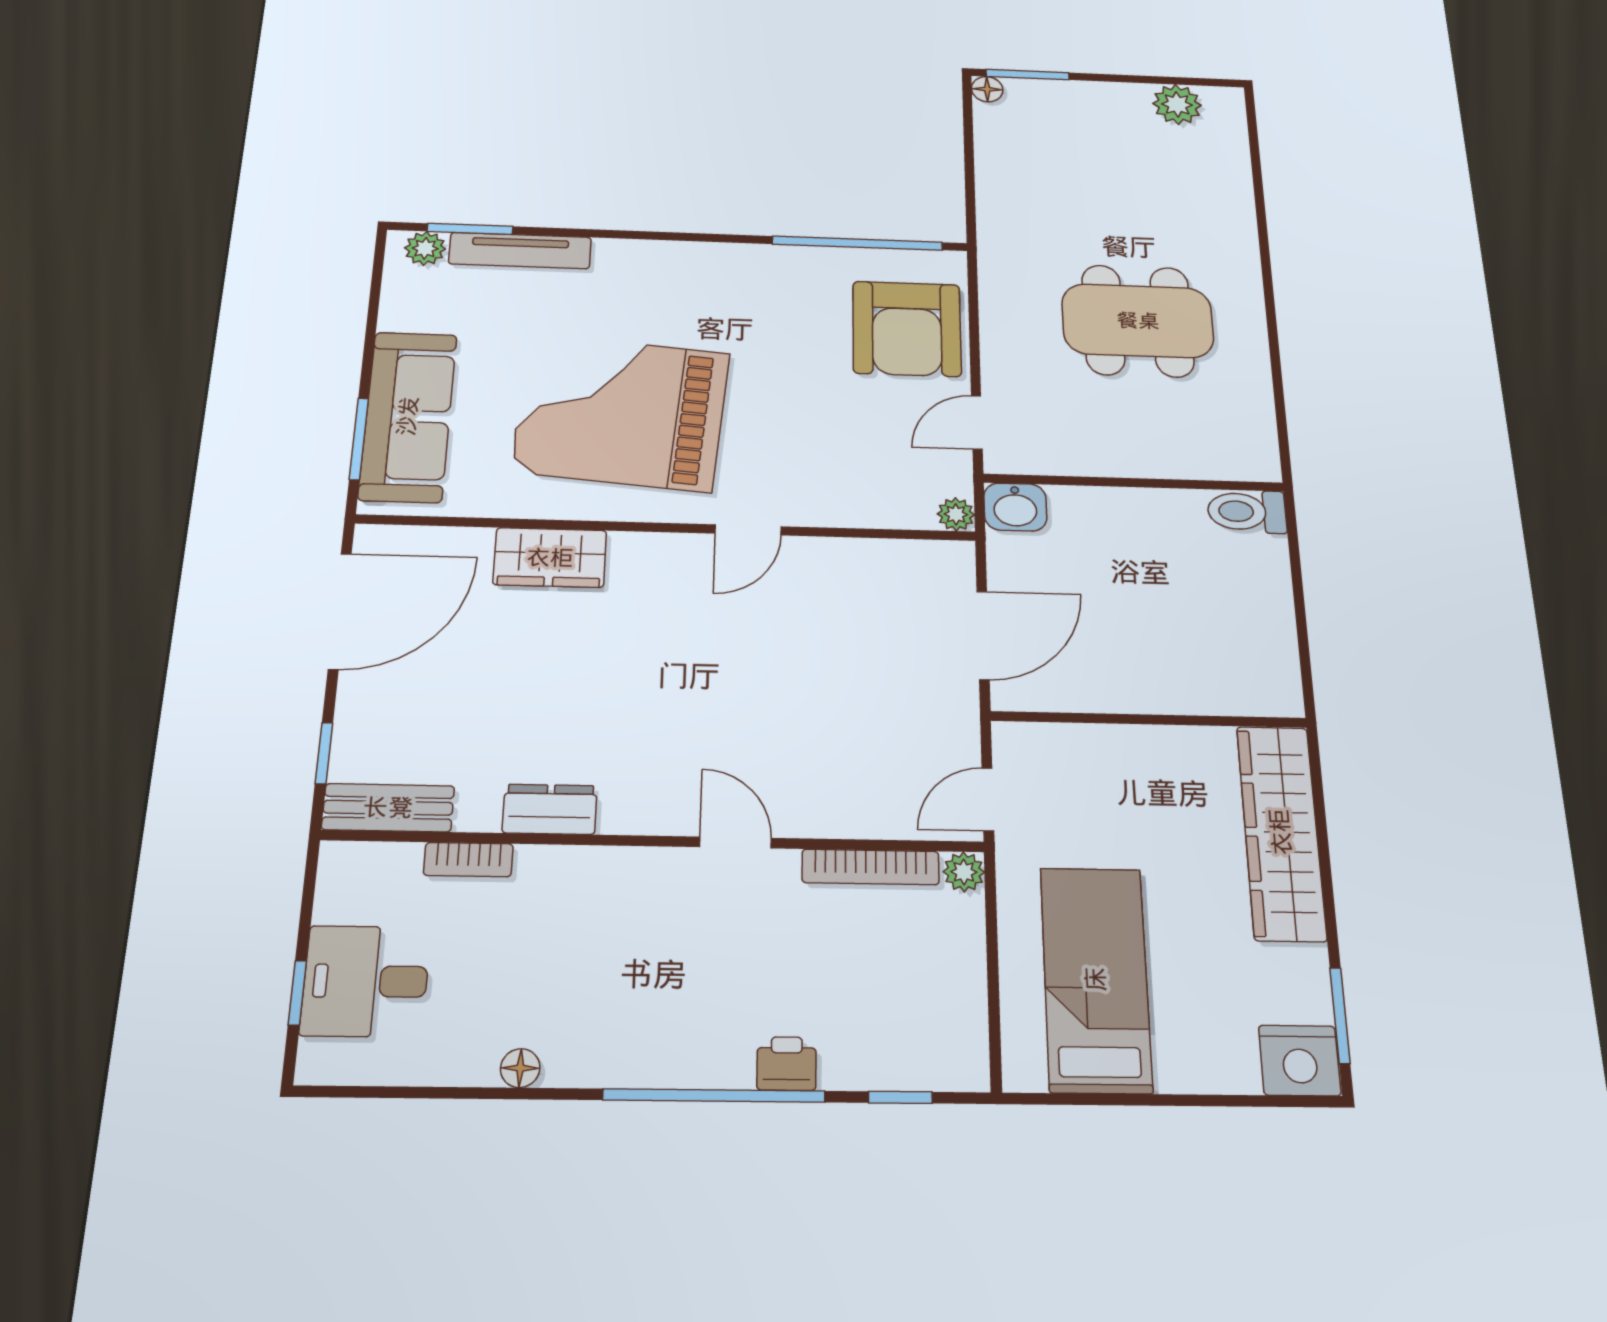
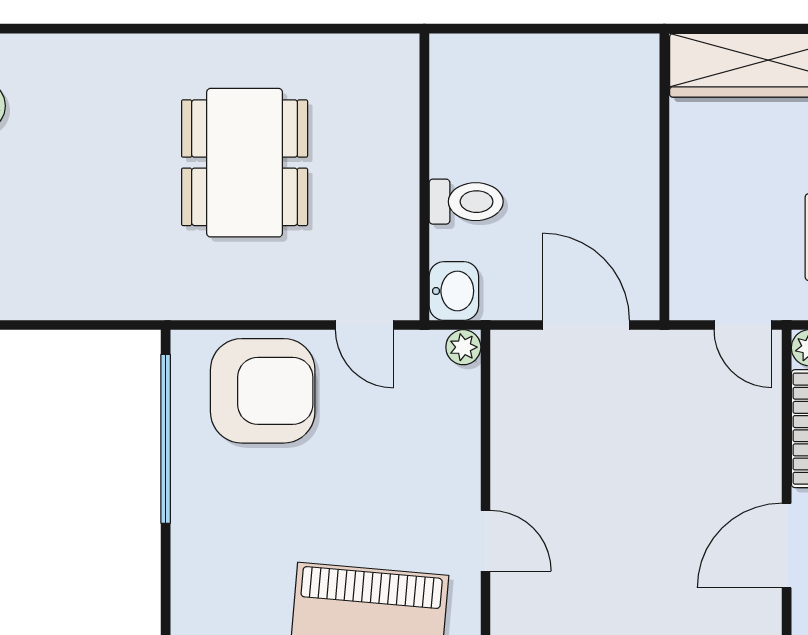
toilet: (1247, 512) -> (466, 202), moved, turned -90
door: (736, 843) -> (787, 546), width x1.38

